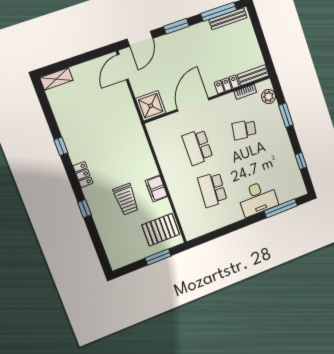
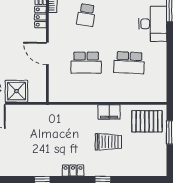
door: (193, 105) -> (47, 53), width x0.73
shower: (151, 106) -> (16, 91), moved
pallet: (161, 230) -> (147, 121), turned 90

